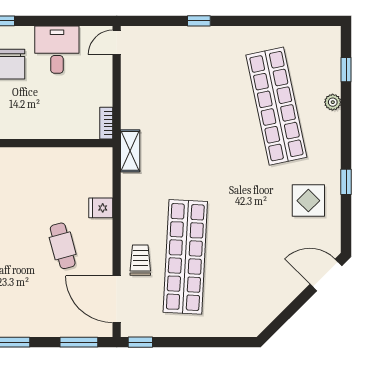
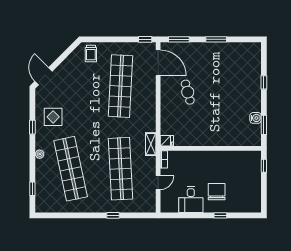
door: (117, 42) -> (158, 183), moved
plant: (333, 102) -> (40, 154), moved
shop shelf: (185, 106) -> (120, 169), added
fridge: (101, 208) -> (167, 141), moved
trolley: (140, 260) -> (91, 53), moved
door: (326, 275) -> (43, 76), swing flipped

